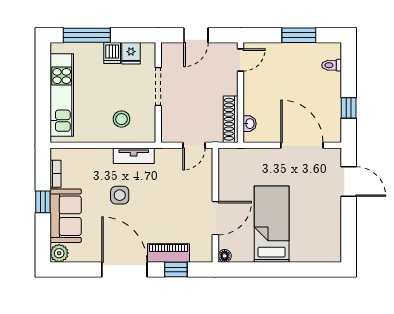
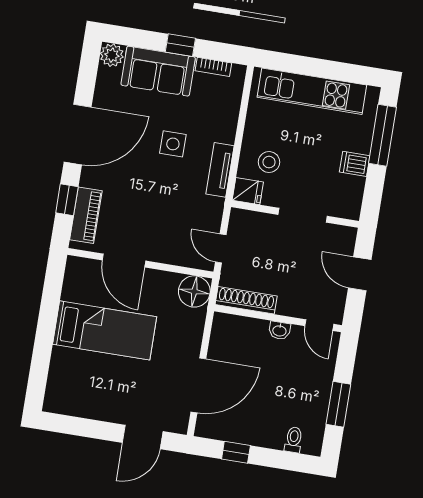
fridge: (131, 53) -> (248, 191), moved, turned 180
washbasin: (250, 124) -> (280, 330), moved
piano: (168, 253) -> (86, 215), moved
floor lamp: (225, 256) -> (194, 291), moved, width x1.89, depth x1.89

